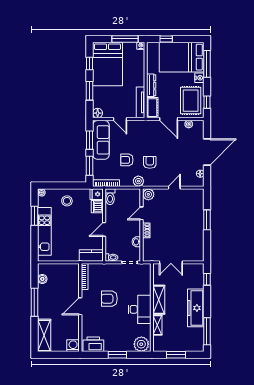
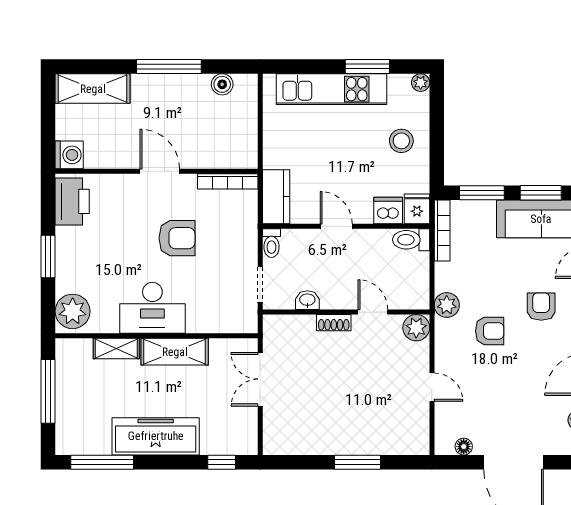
armchair: (127, 160) -> (541, 307), moved
armchair: (109, 299) -> (177, 238), turned 90
window: (176, 355) -> (48, 391), width x1.44

